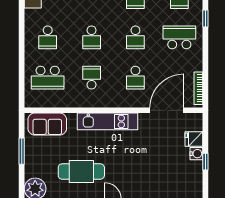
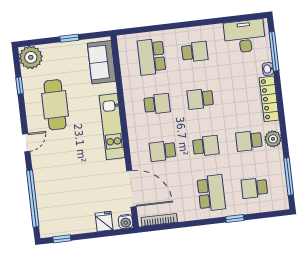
school desk: (48, 37) -> (195, 52), turned 180
school desk: (135, 37) -> (206, 146), turned 180
window: (22, 151) -> (69, 38), width x0.67
water cooler: (196, 154) -> (126, 222), moved
window: (205, 162) -> (62, 239), moved

